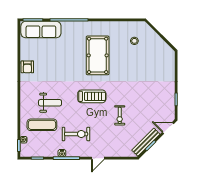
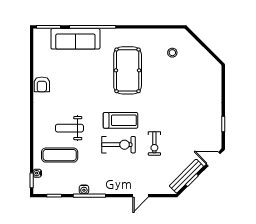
sofa: (41, 30) -> (75, 39), moved
weight bench: (50, 103) -> (69, 128), turned 180
exercise bike: (76, 134) -> (118, 145), moved
door: (98, 158) -> (141, 196), moved

